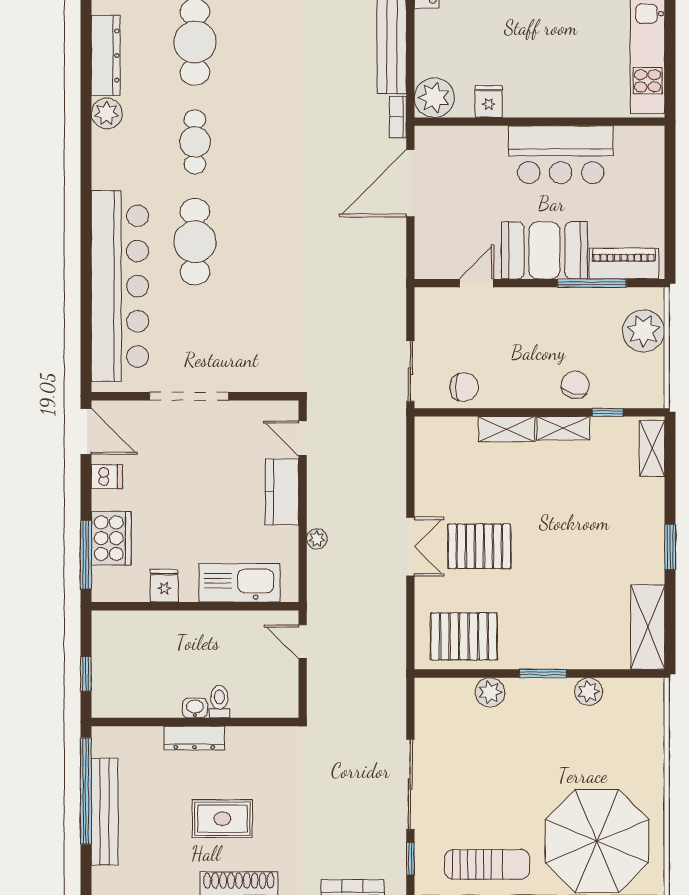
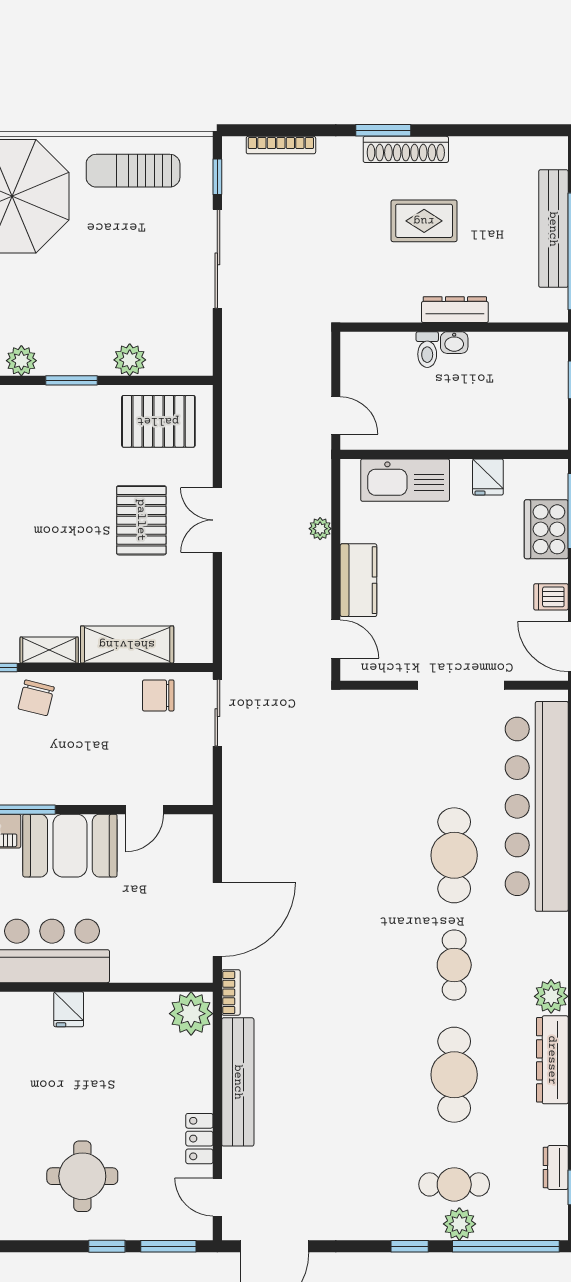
fridge: (489, 102) -> (69, 1009), moved
shelving: (506, 429) -> (127, 644), width x1.50, depth x1.33
pallet: (479, 546) -> (141, 520), turned 90

